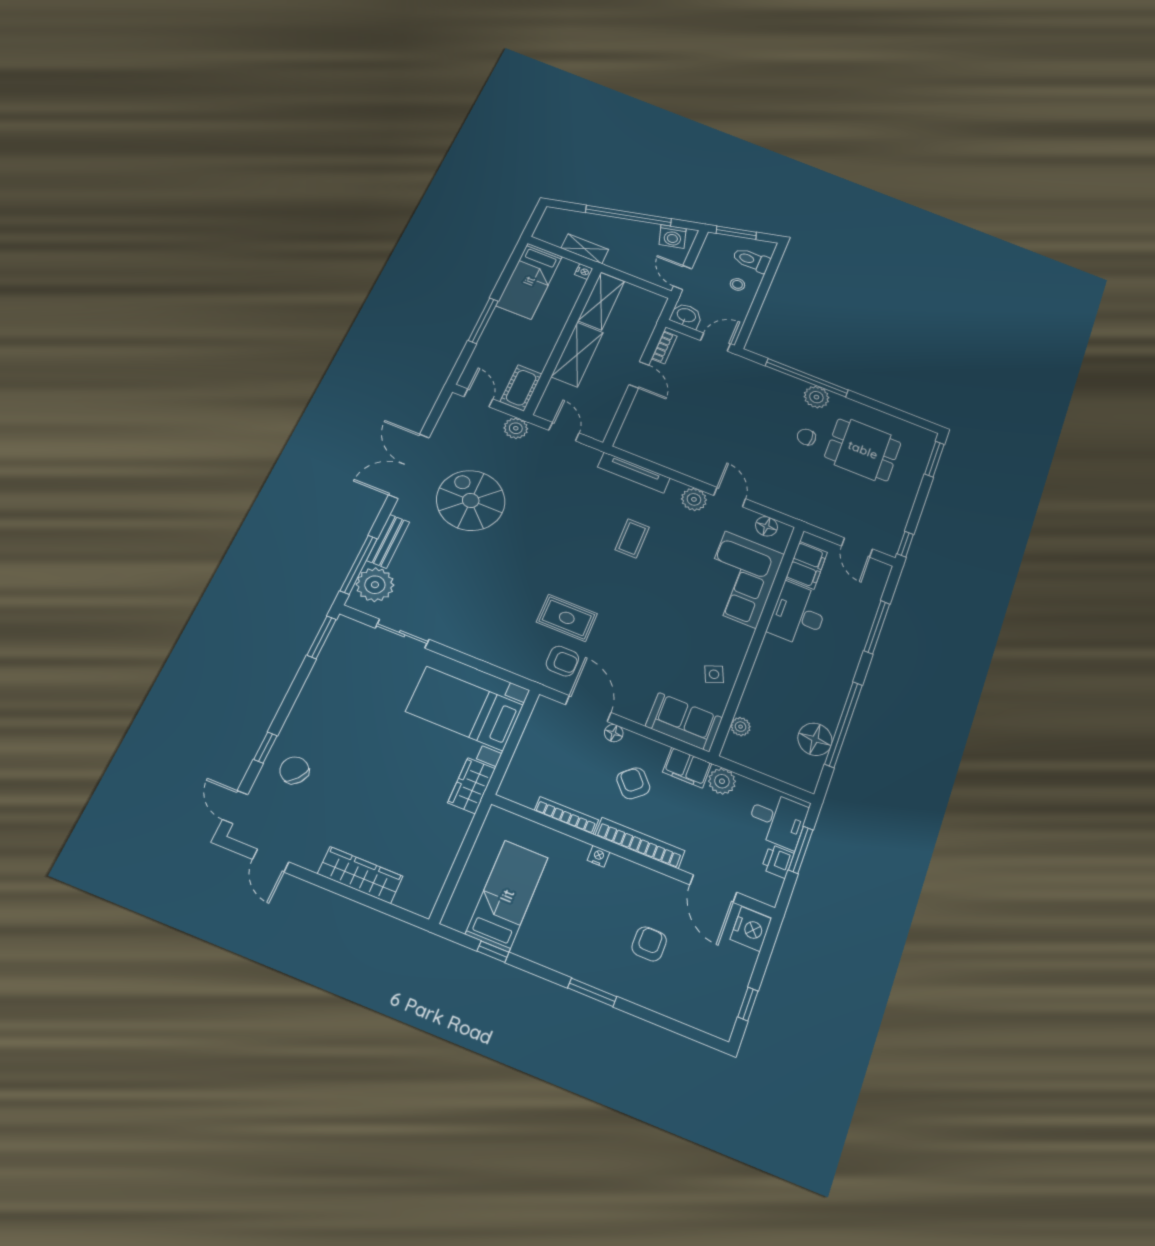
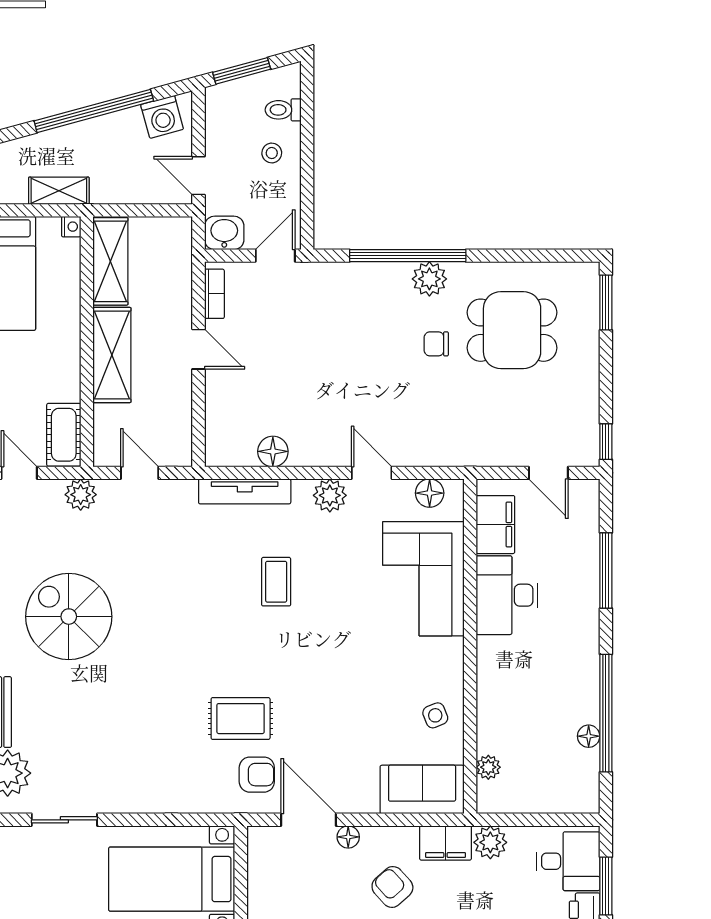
toilet: (751, 260) -> (283, 110), width x0.73, depth x0.72
floor lamp: (665, 456) -> (273, 451), added
floor lamp: (815, 739) -> (589, 736), width x0.53, depth x0.53

